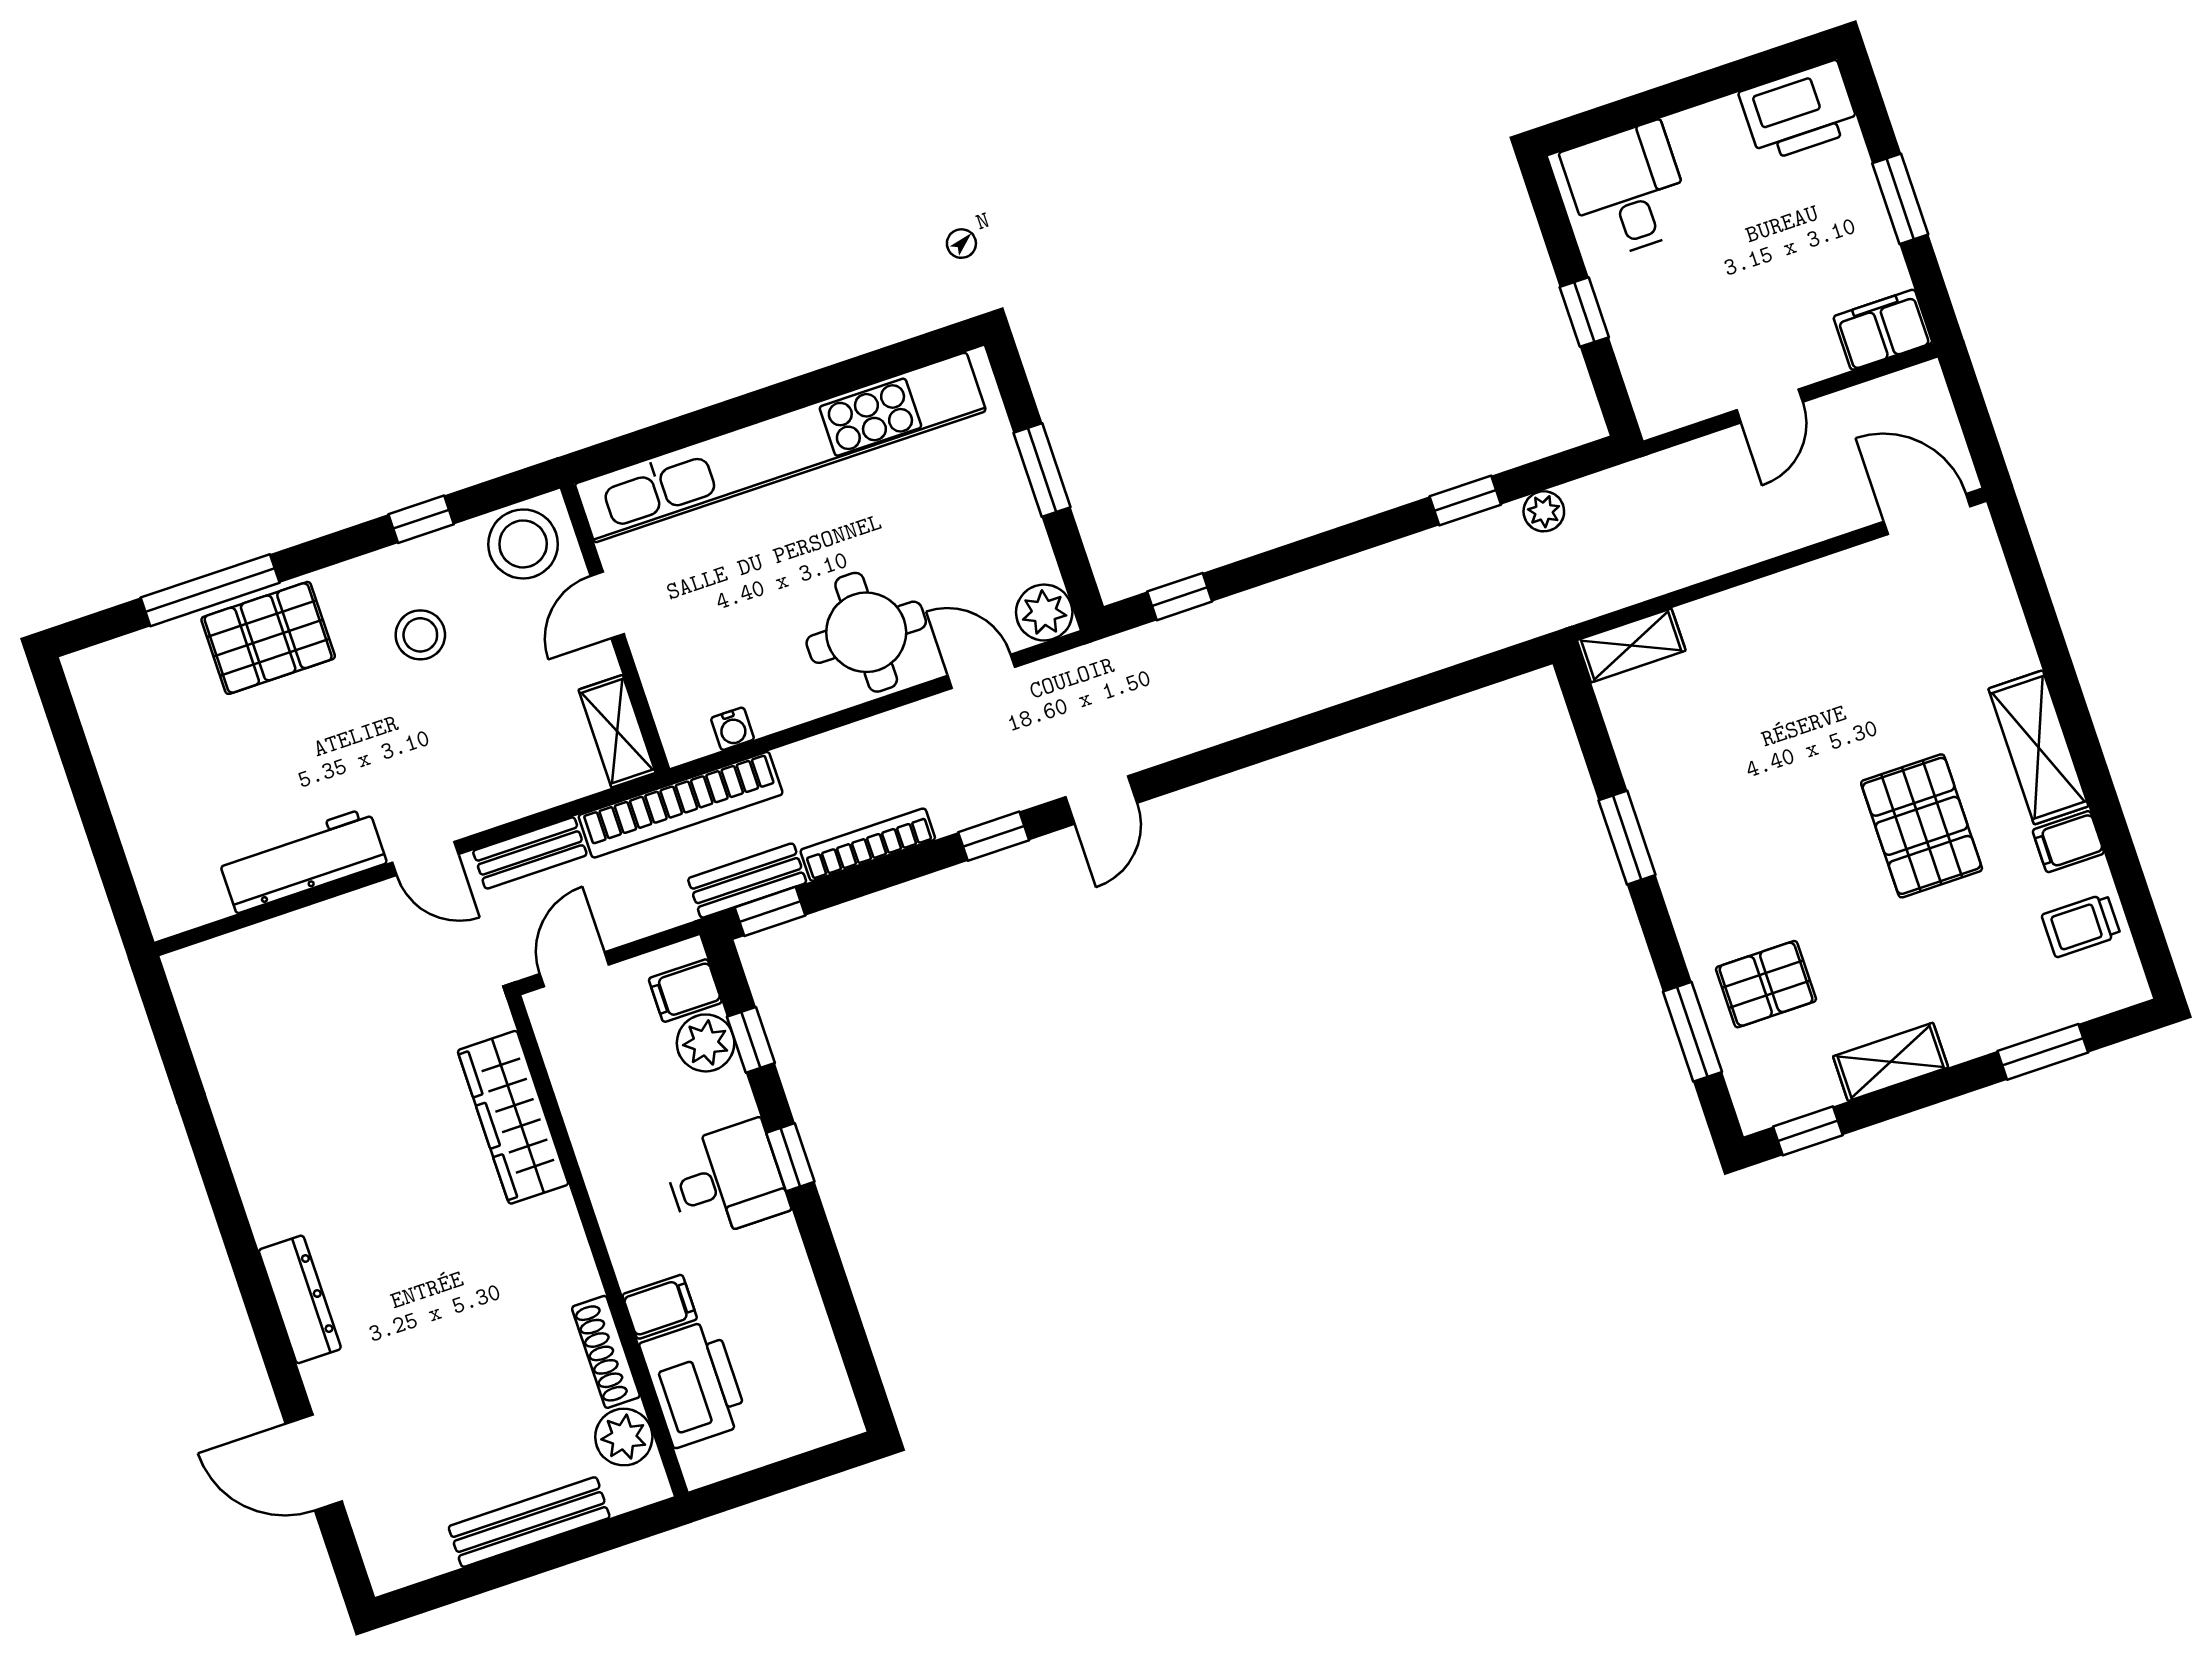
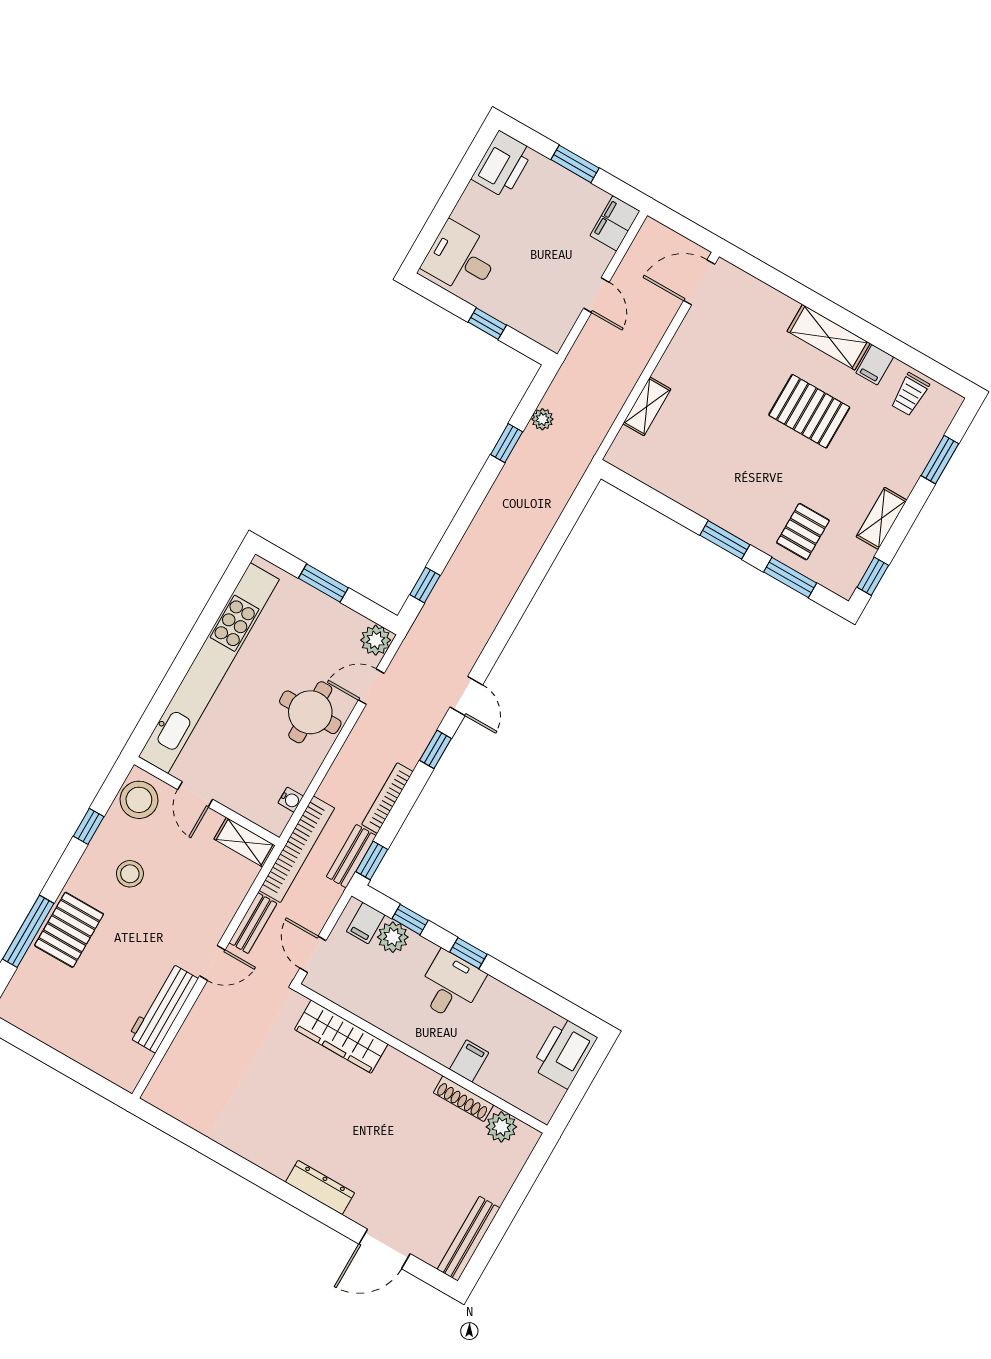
shelving: (1631, 645) -> (647, 406), moved
window: (1627, 838) -> (725, 540), moved
printer: (694, 1384) -> (564, 1053), moved, turned -90
bench: (529, 1522) -> (469, 1239), moved

